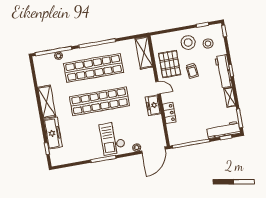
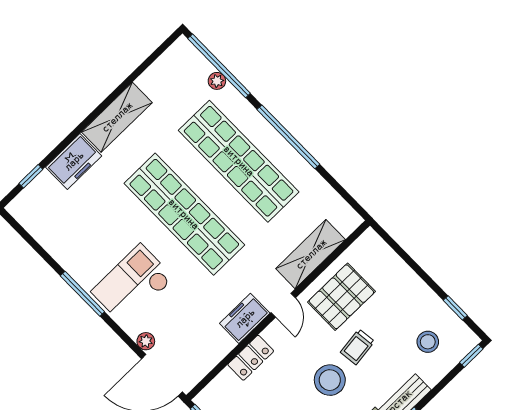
stool: (188, 43) -> (330, 380), moved
shelving: (144, 53) -> (311, 254), moved
freezer: (53, 133) -> (74, 161), width x0.71

